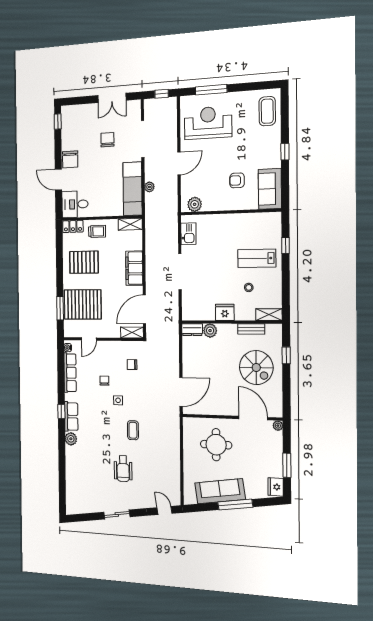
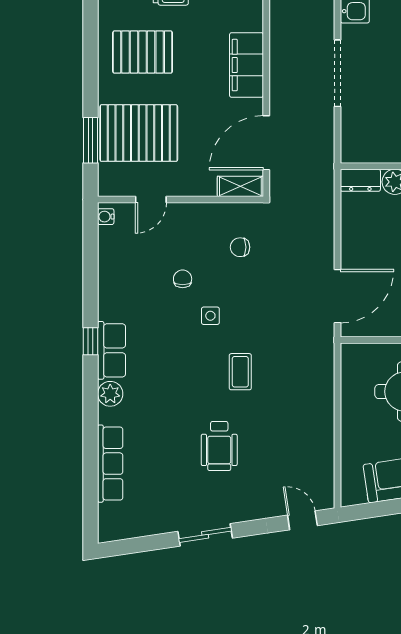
row of seats: (70, 373) -> (110, 464), moved

